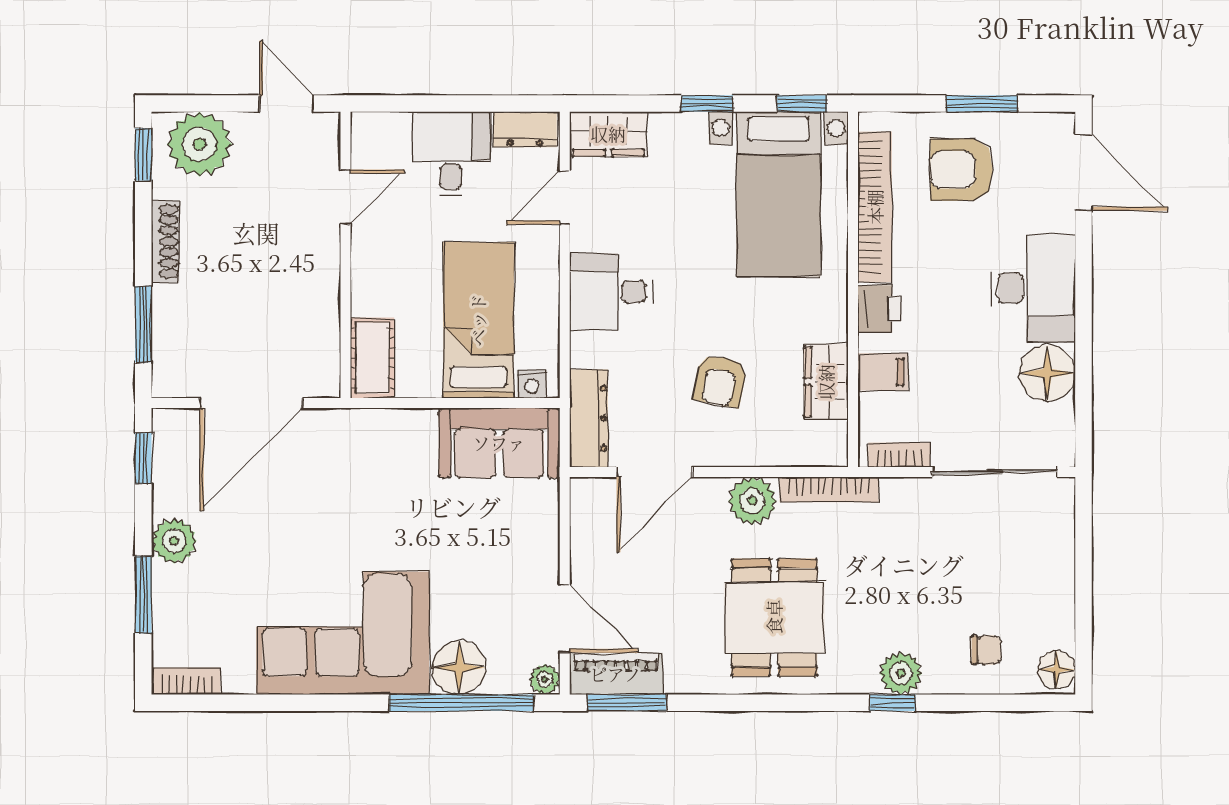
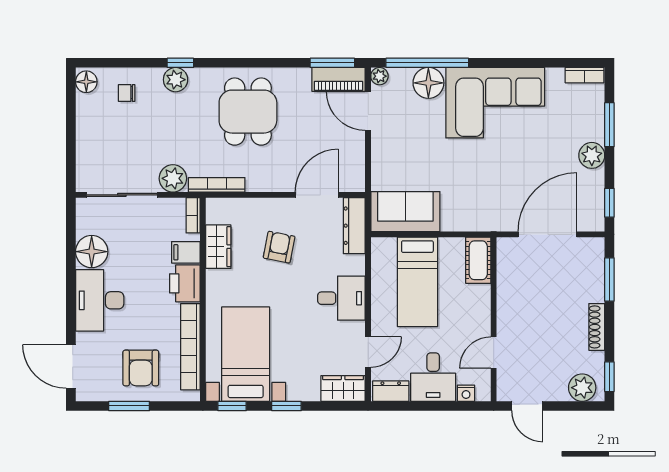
plant: (199, 144) -> (582, 388), width x0.73, depth x0.73
armchair: (961, 170) -> (141, 368), turned 90
printer: (879, 309) -> (185, 283), width x1.36, depth x1.24
nightstand: (532, 384) -> (466, 393), moved, turned 180
bookcase: (899, 455) -> (193, 215), moved, turned 90
plant: (752, 501) -> (173, 178), moved

